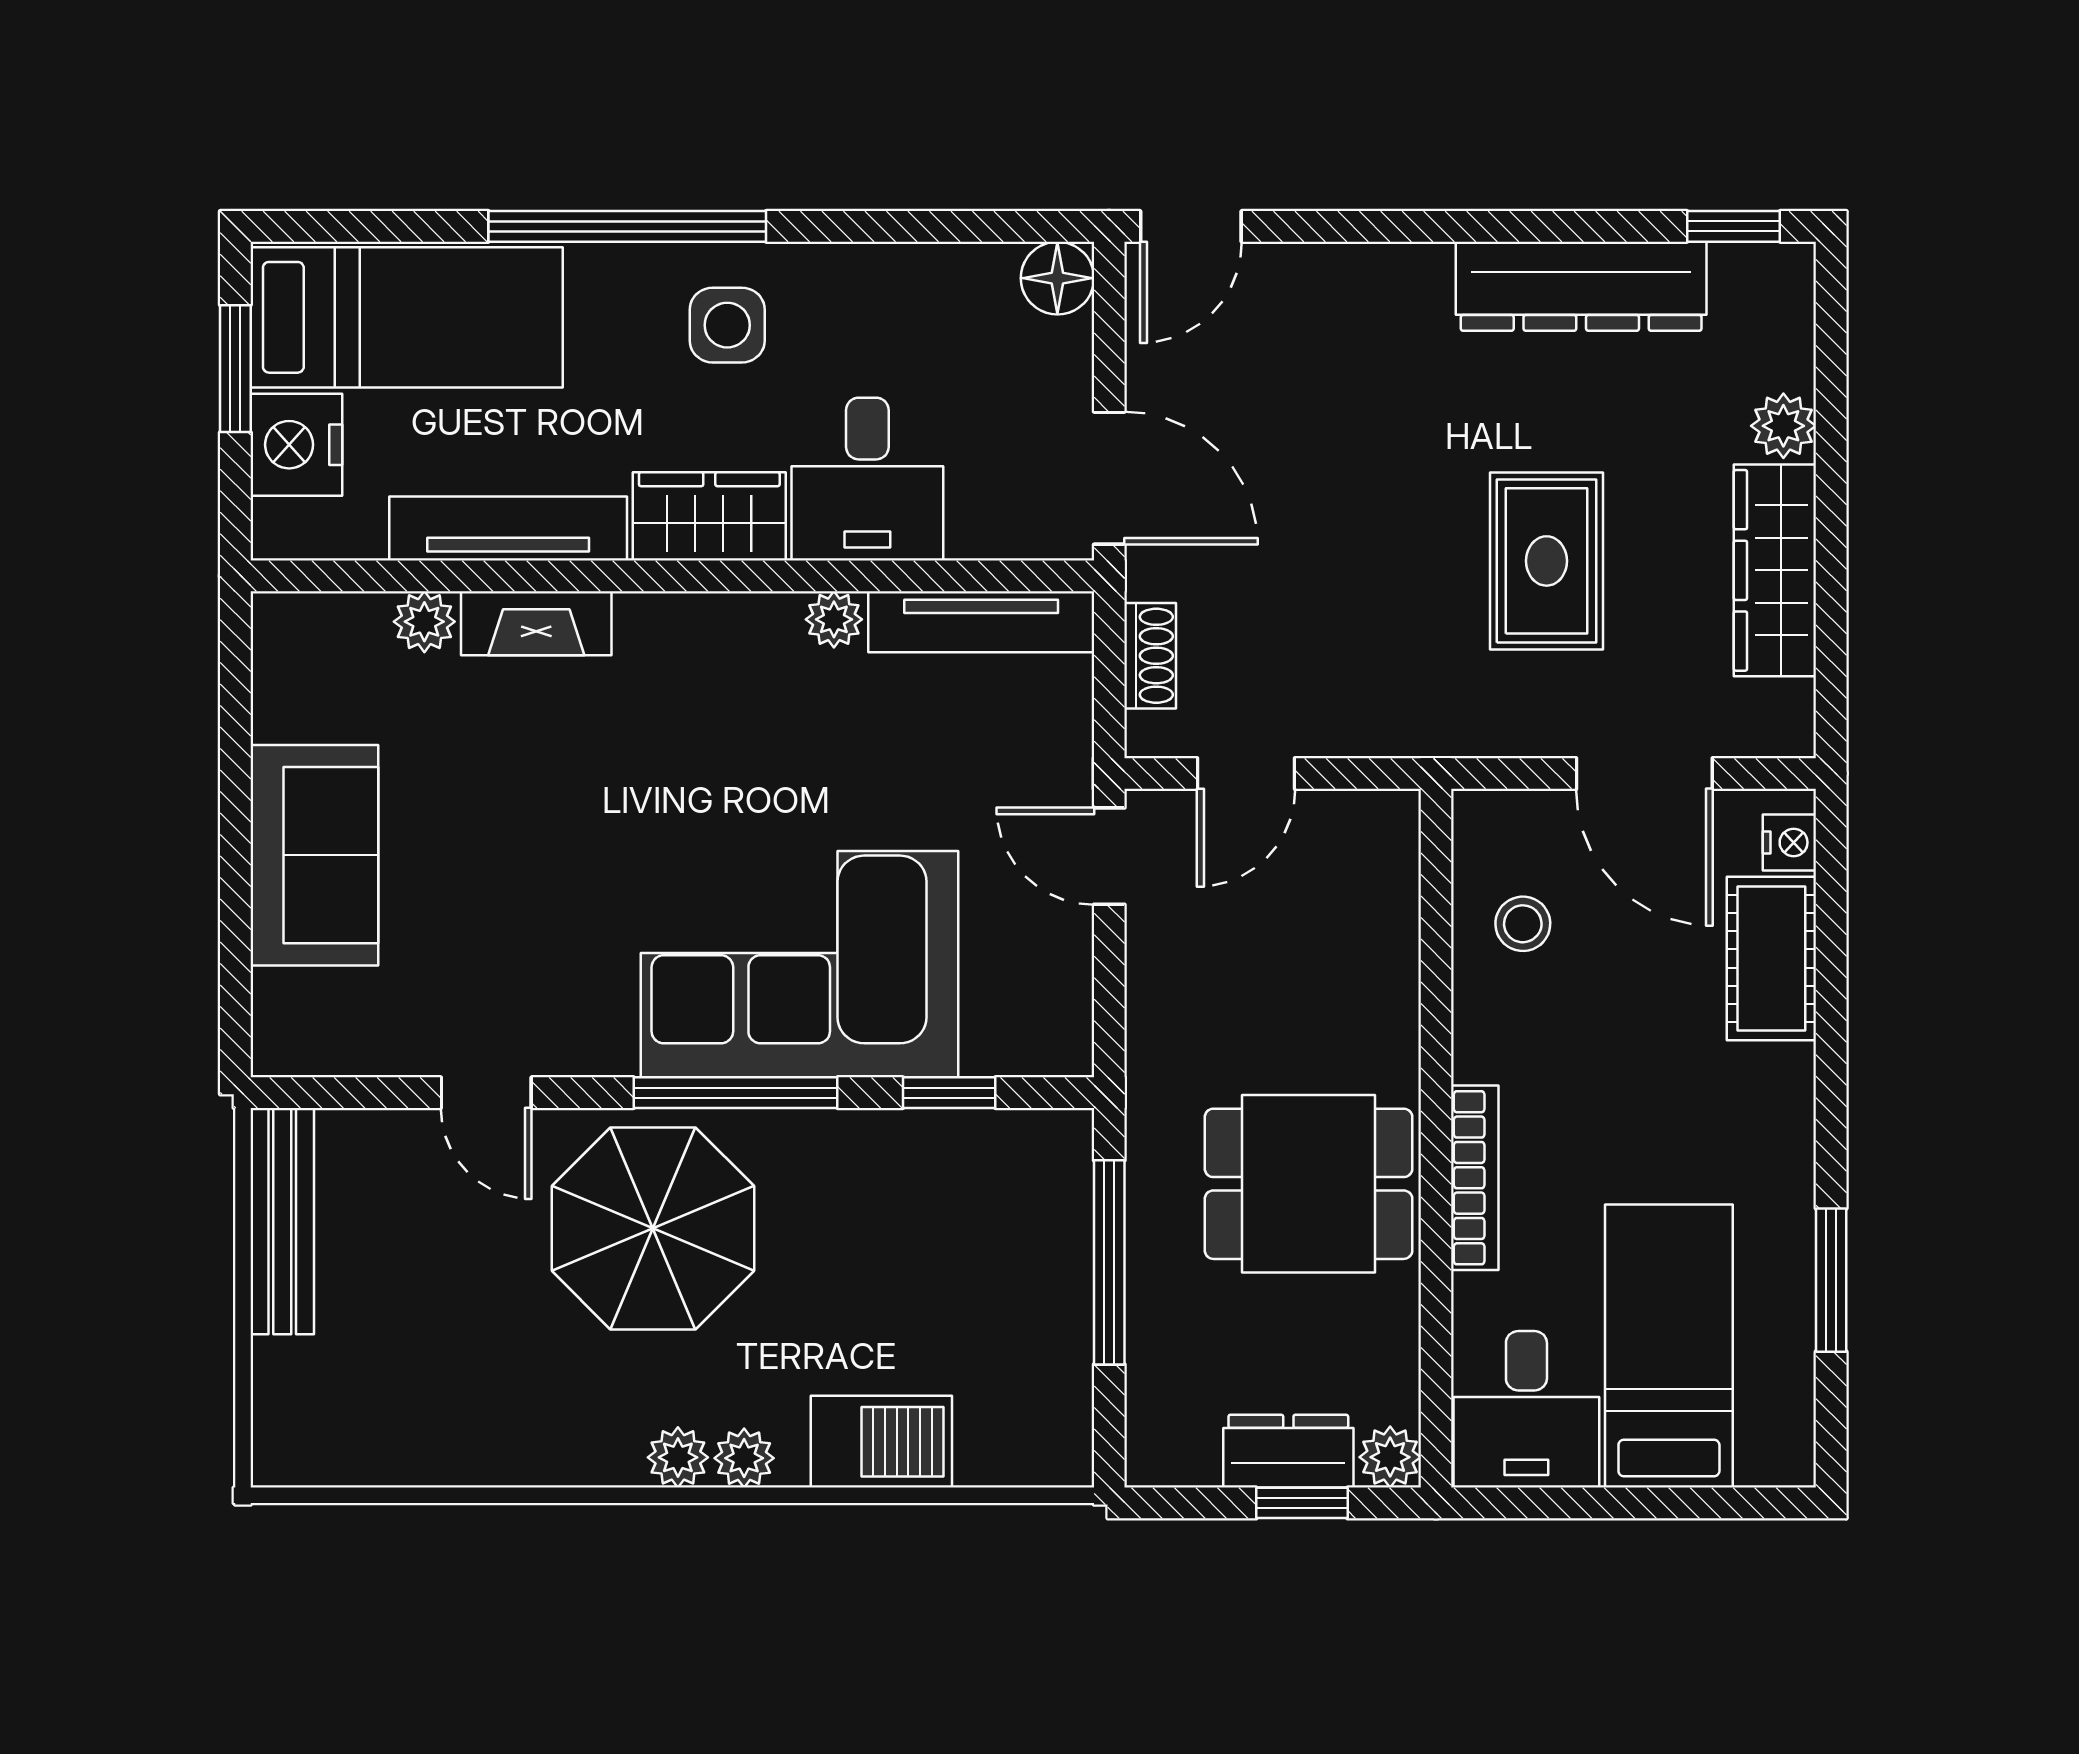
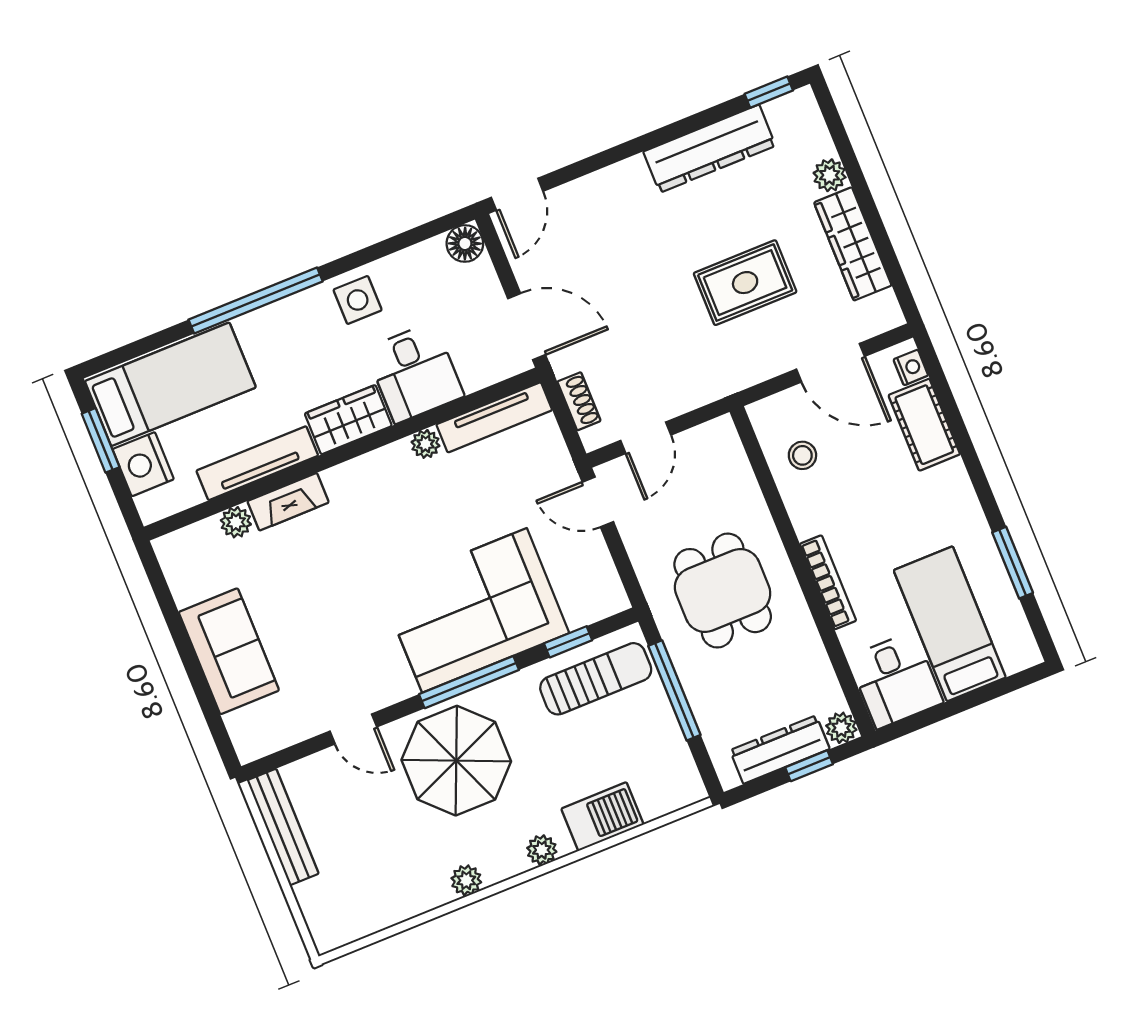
side table: (727, 325) -> (358, 300), moved
rug: (1547, 561) -> (745, 283), turned 90
sun lounger: (972, 1182) -> (596, 679), added
dining table: (1309, 1184) -> (723, 591), moved, turned 90
dresser: (1288, 1451) -> (780, 750), width x1.44
plant: (678, 1457) -> (466, 880), moved

